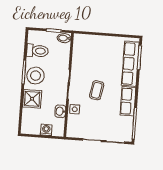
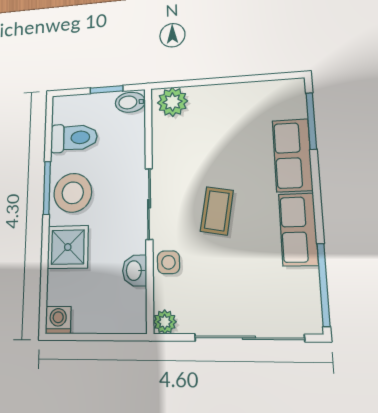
plant: (83, 41) -> (172, 102), added
row of seats: (130, 64) -> (292, 155), width x0.68
washing machine: (46, 130) -> (58, 320), moved
plant: (71, 133) -> (165, 322), added

